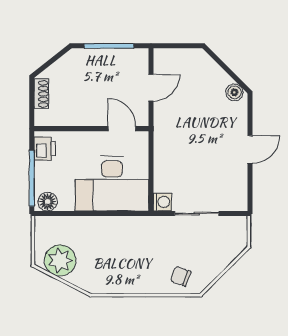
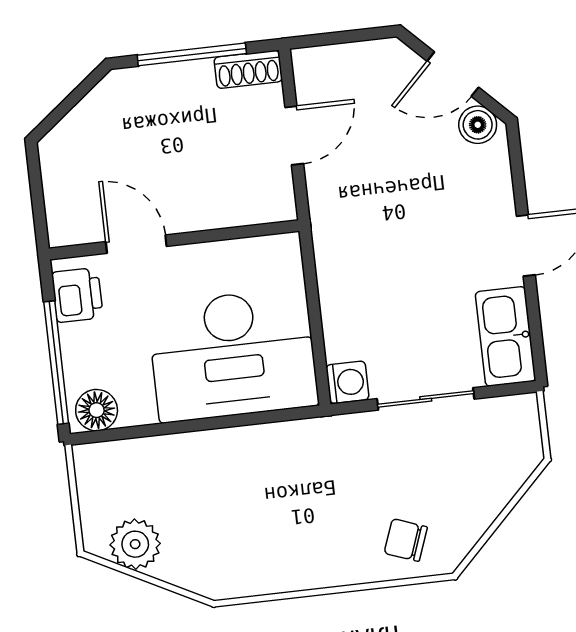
door: (226, 68) -> (453, 74), added
shoe rack: (41, 94) -> (248, 69), moved, turned 90
door: (122, 129) -> (136, 244), moved
kitchen sink: (236, 189) -> (505, 336), added
plant: (60, 260) -> (135, 544), width x0.73, depth x0.73

